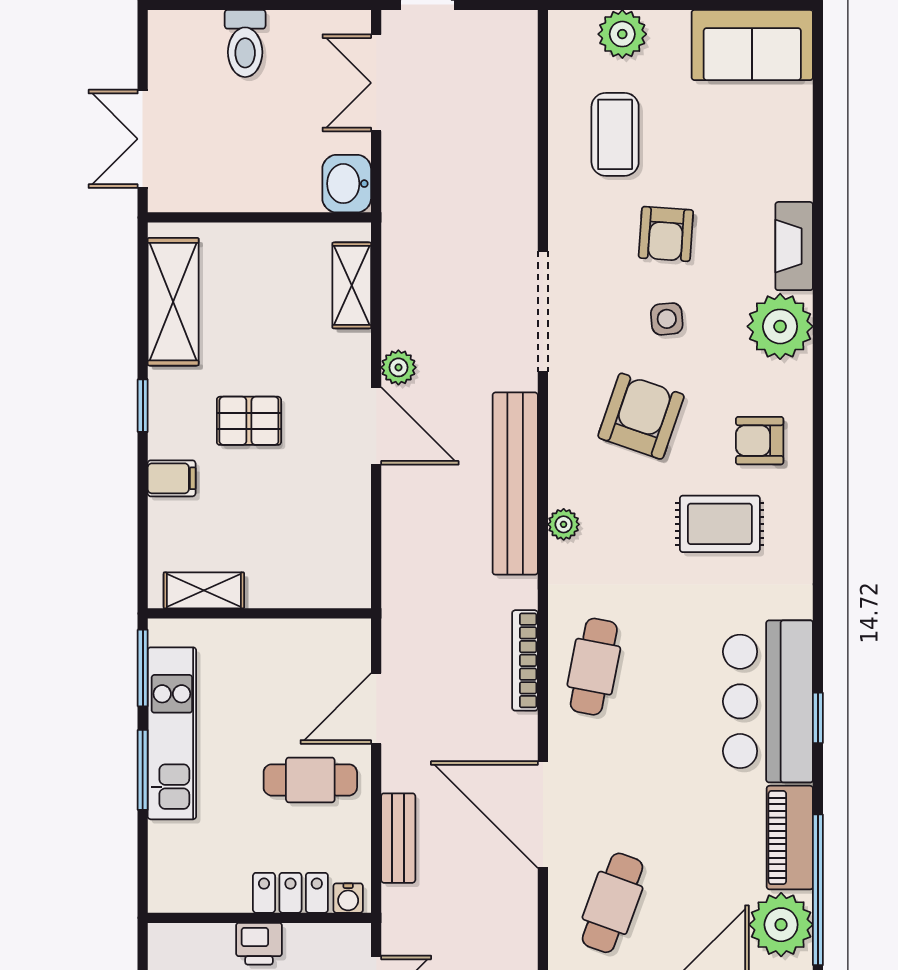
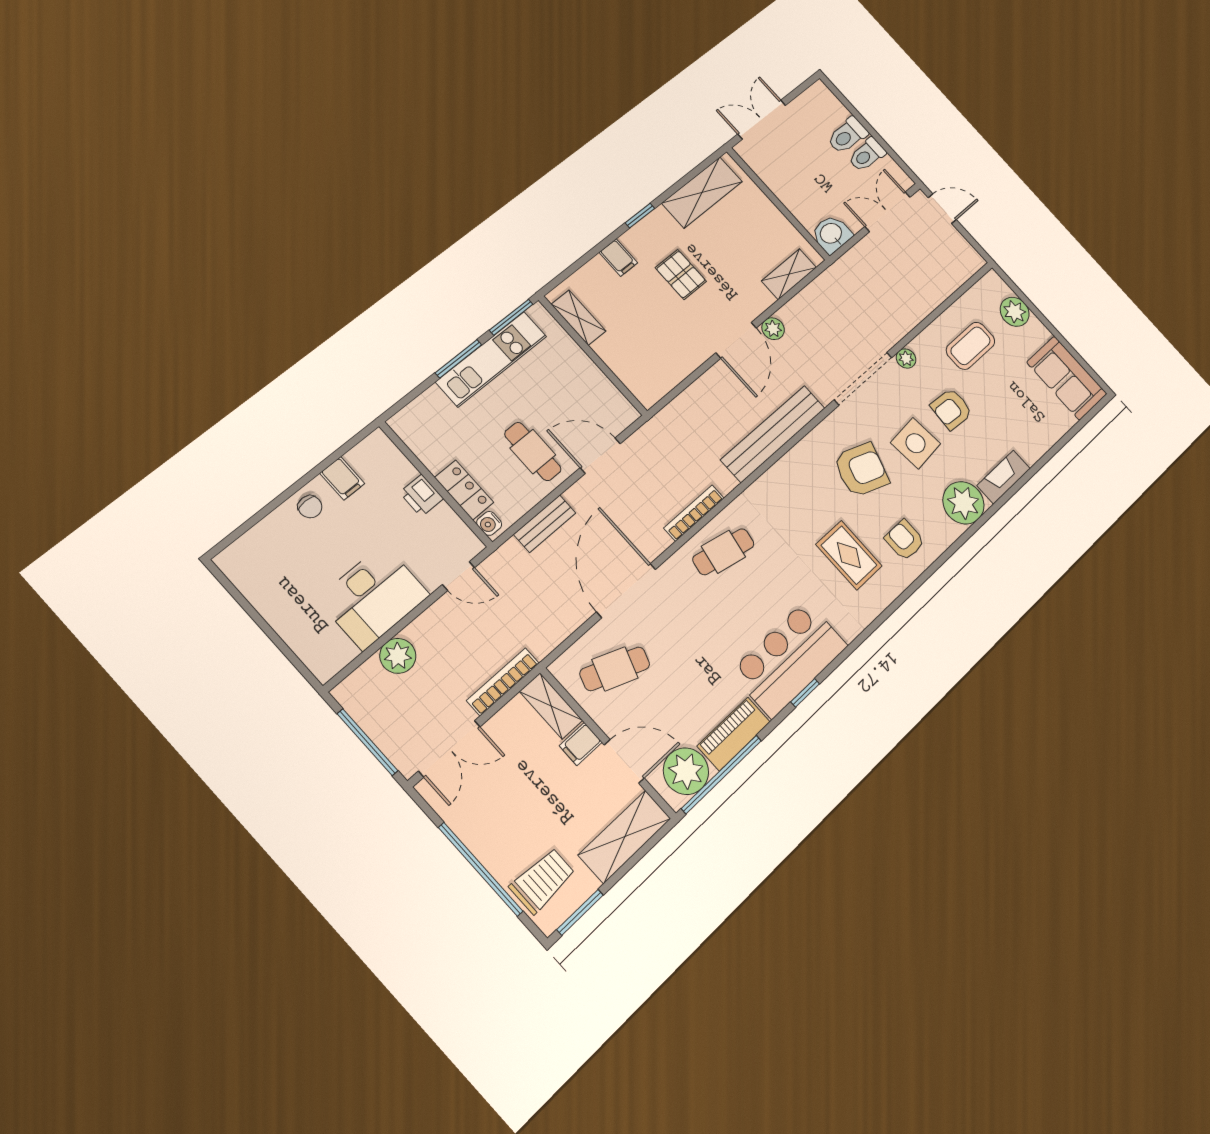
toilet: (288, 41) -> (867, 155), added
side table: (667, 319) -> (916, 443), width x1.87, depth x1.87
plant: (564, 524) -> (906, 359), moved

